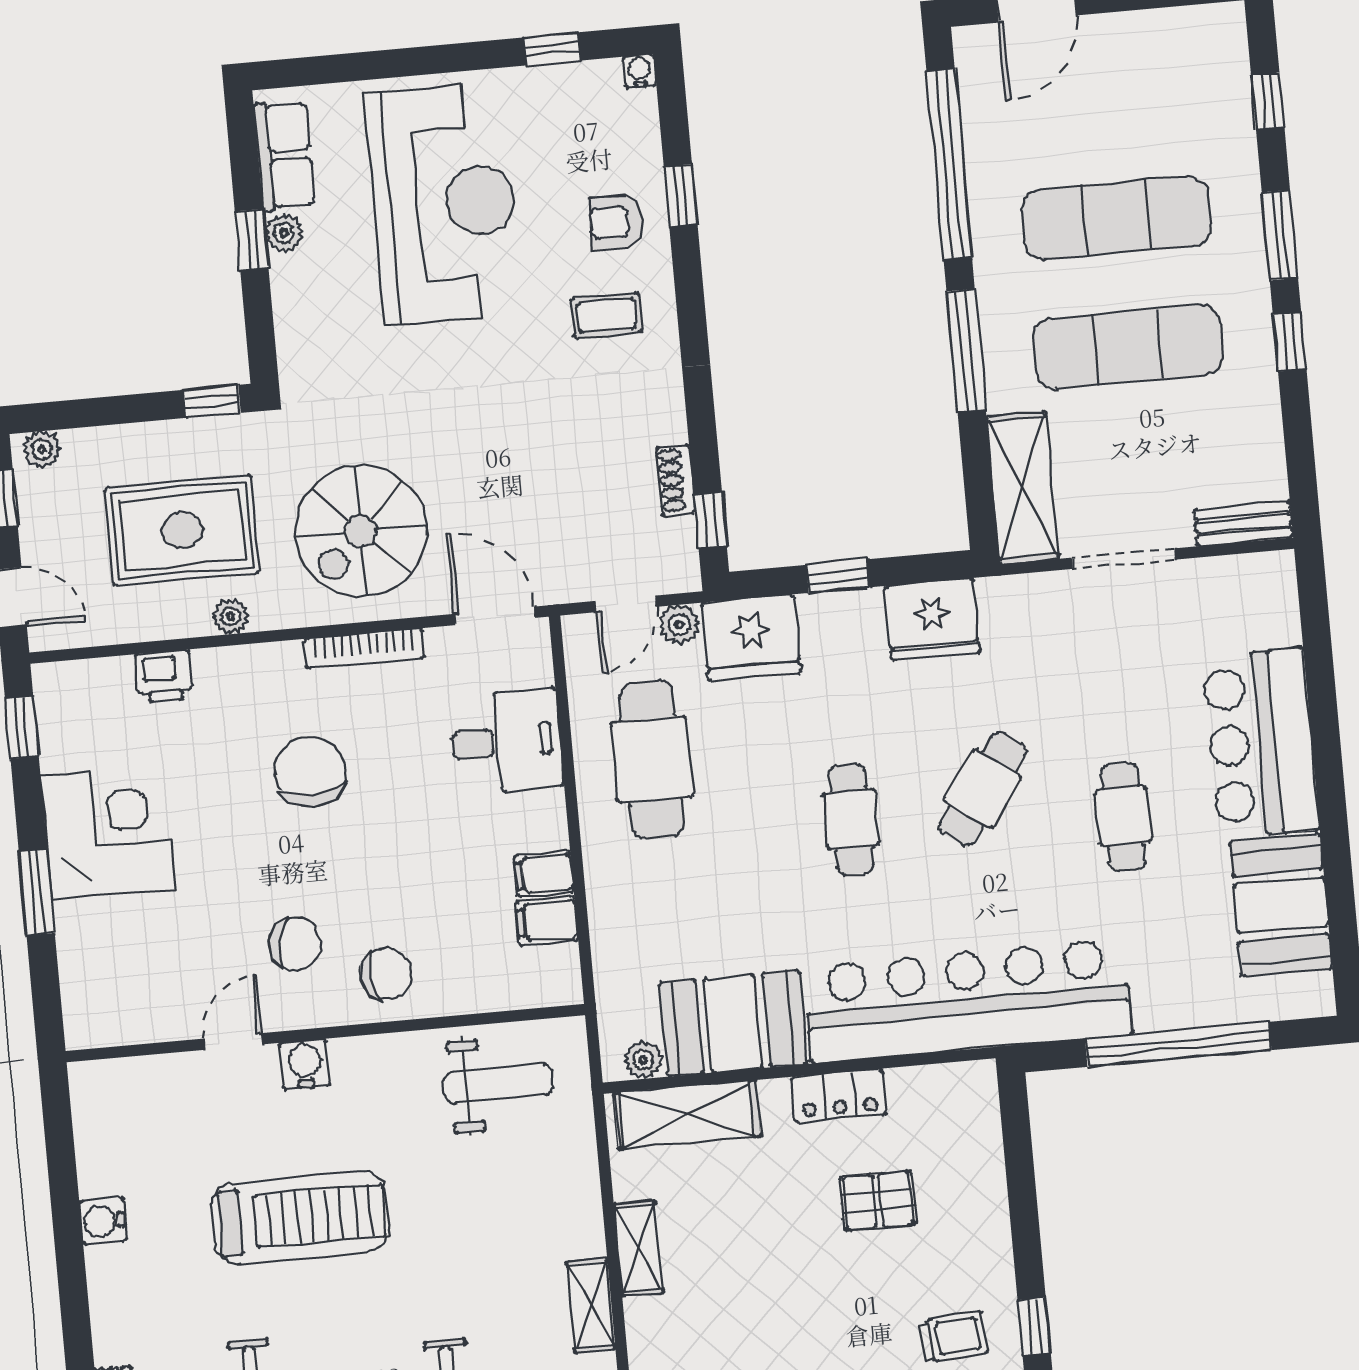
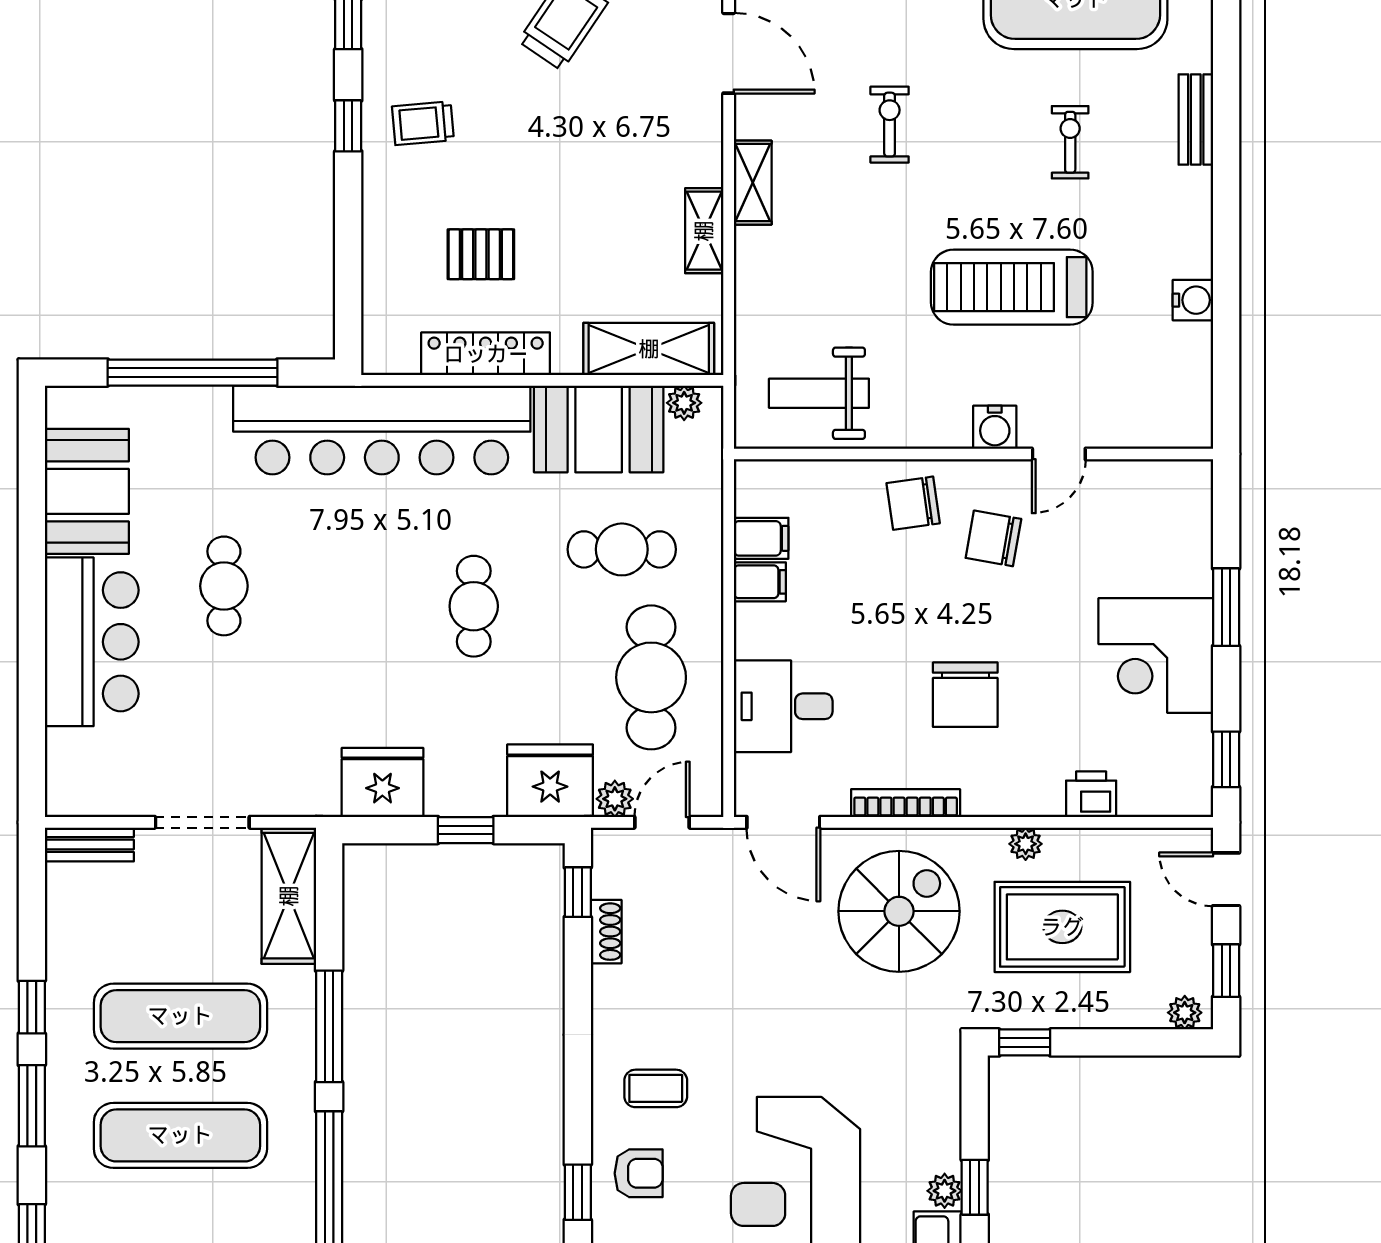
cafe table: (983, 789) -> (622, 549), moved, turned 54
locker: (839, 1096) -> (486, 354), width x1.53

